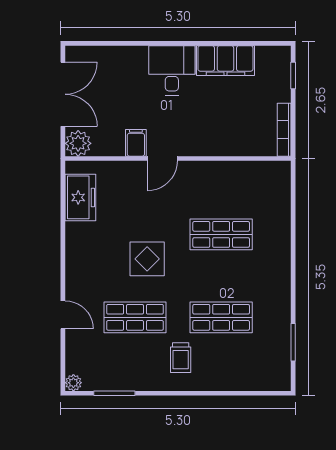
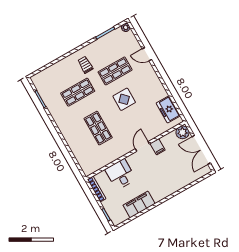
desk: (172, 70) -> (120, 174), moved, turned 180
shop shelf: (221, 234) -> (98, 128), turned 90

